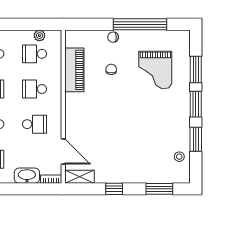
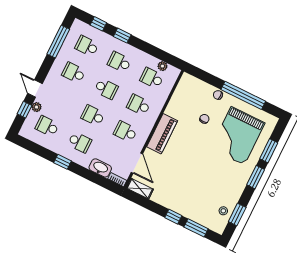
piano: (74, 70) -> (162, 134), moved
grand piano: (155, 70) -> (238, 136), width x1.37, depth x1.48
school desk: (35, 124) -> (125, 132), turned 180
window: (196, 139) -> (237, 215), moved
window: (114, 189) -> (173, 217), moved

